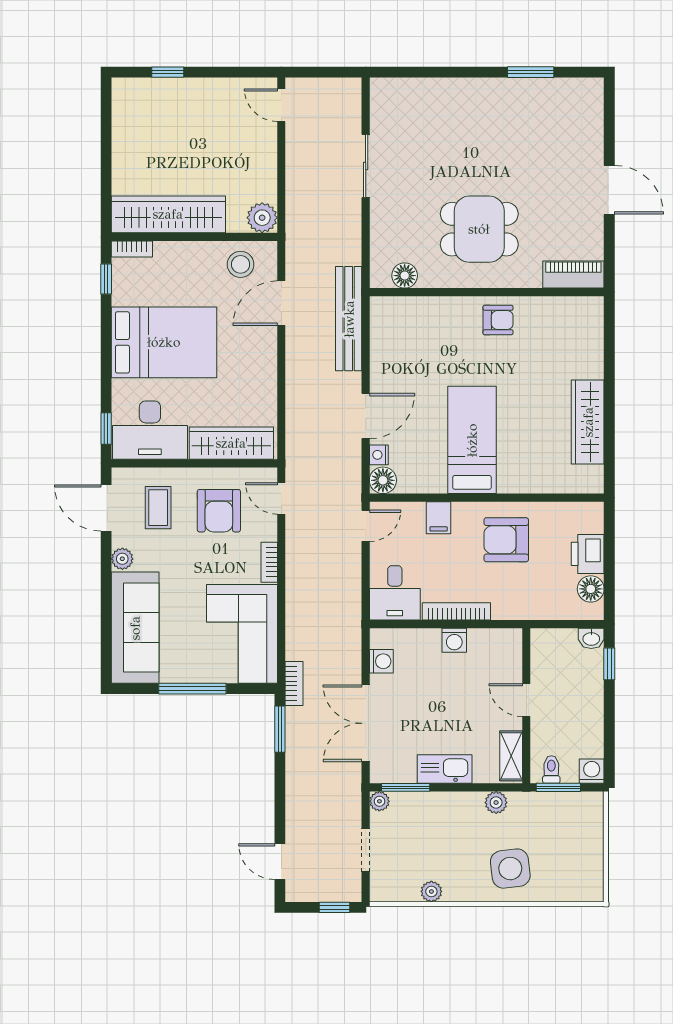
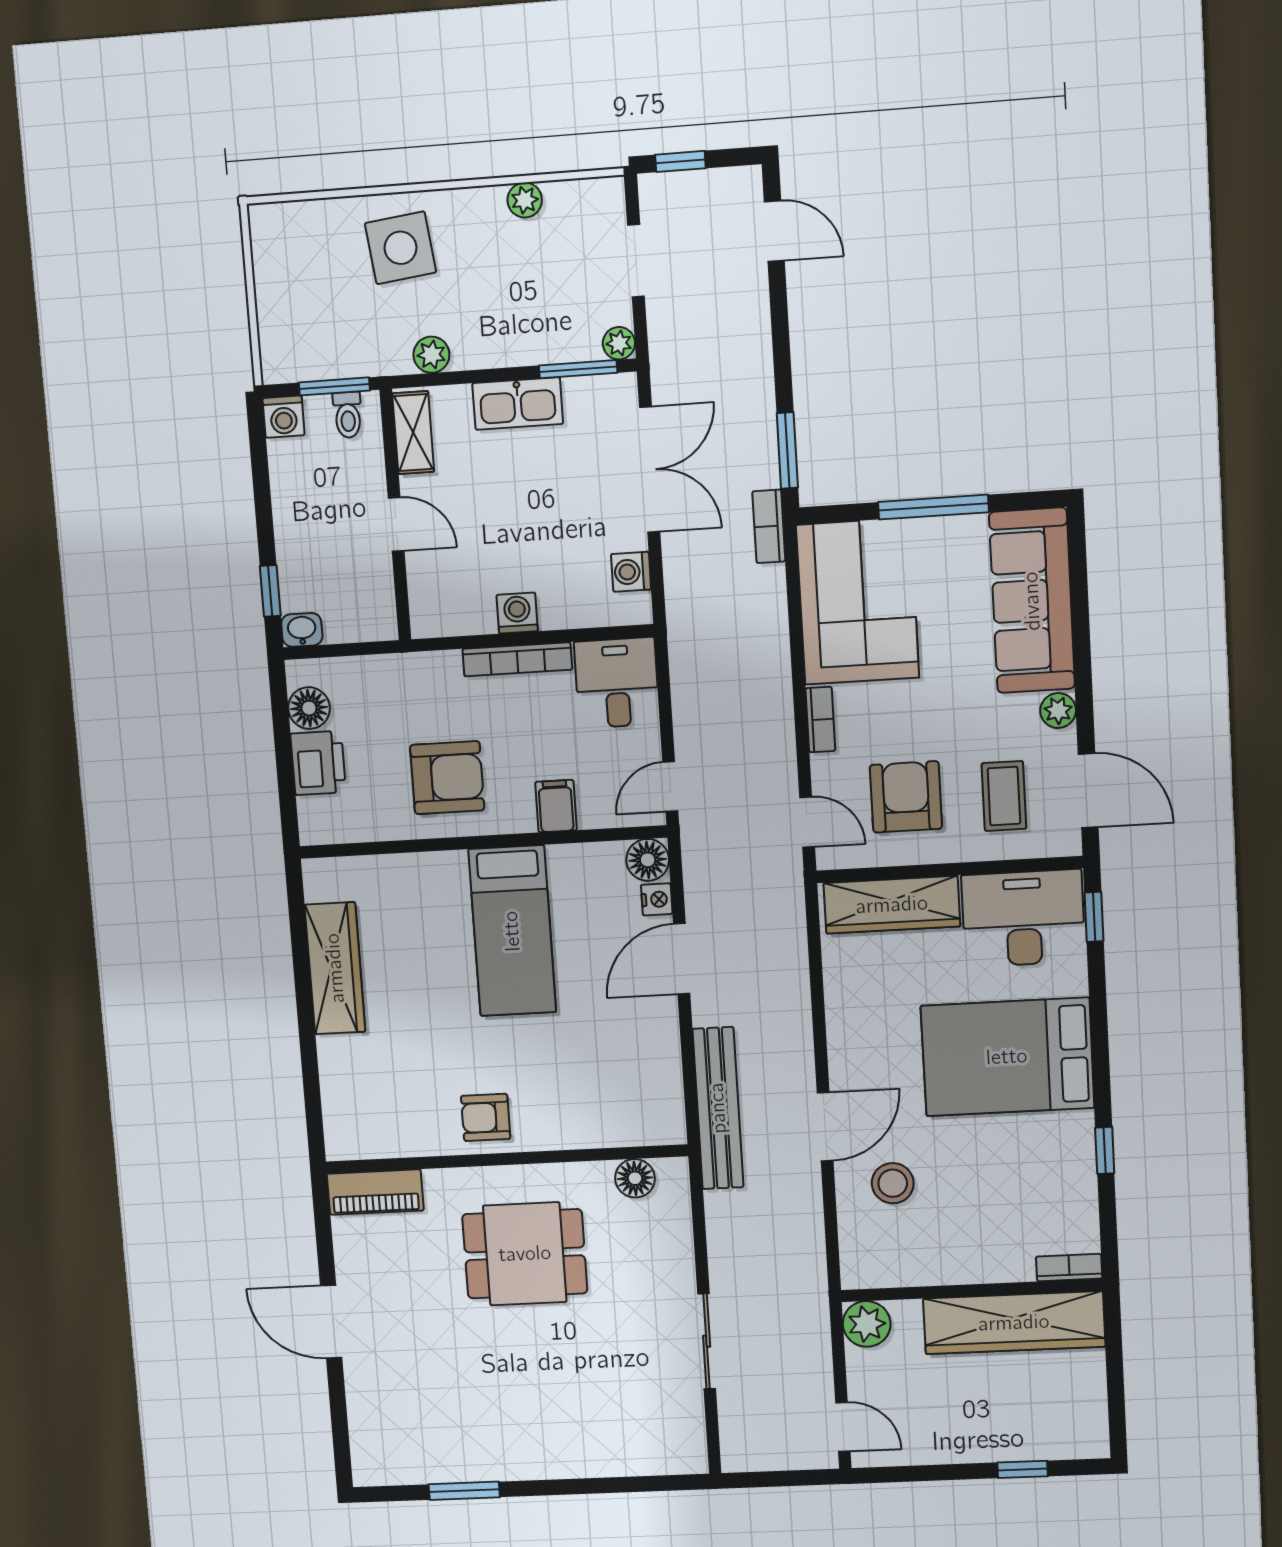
wardrobe: (168, 214) -> (1014, 1323), moved
plant: (262, 218) -> (867, 1324), moved
wall: (194, 237) -> (971, 1290), moved
bookcase: (132, 249) -> (1069, 1268), moved

